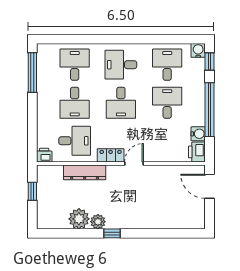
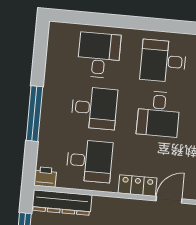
window: (32, 73) -> (34, 114), moved
desk: (75, 103) -> (94, 108), turned -90
dresser: (85, 172) -> (62, 203), moved

